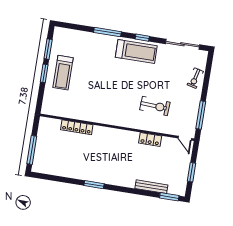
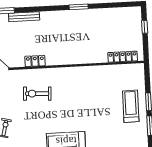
locker: (77, 127) -> (123, 57), moved
window: (32, 150) -> (145, 27), width x0.46

